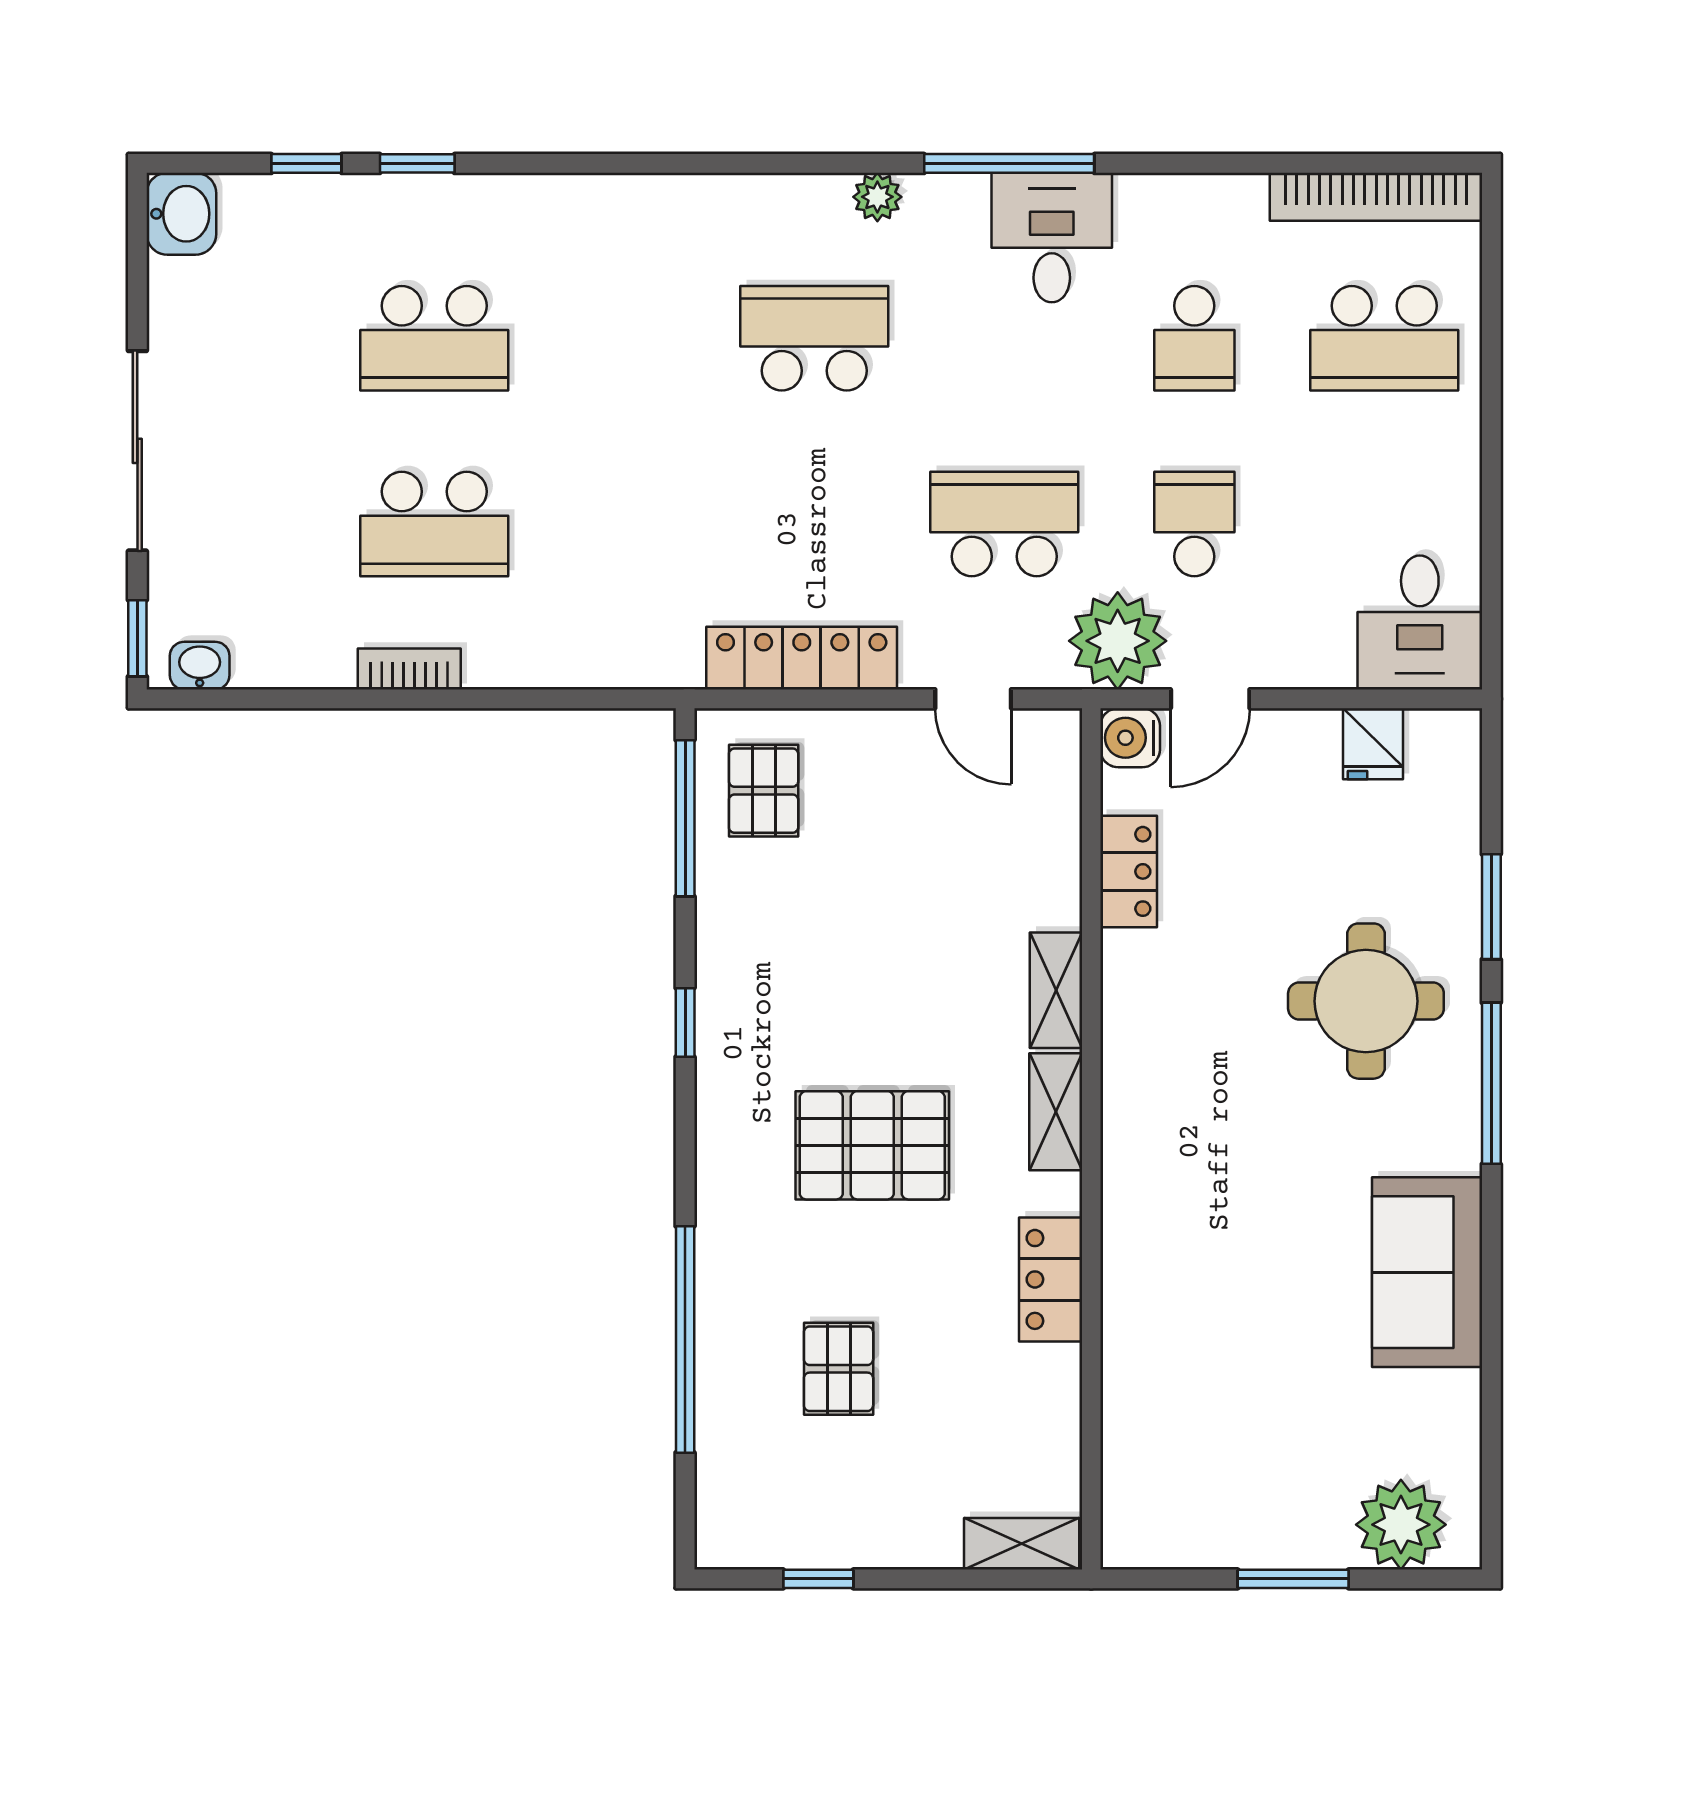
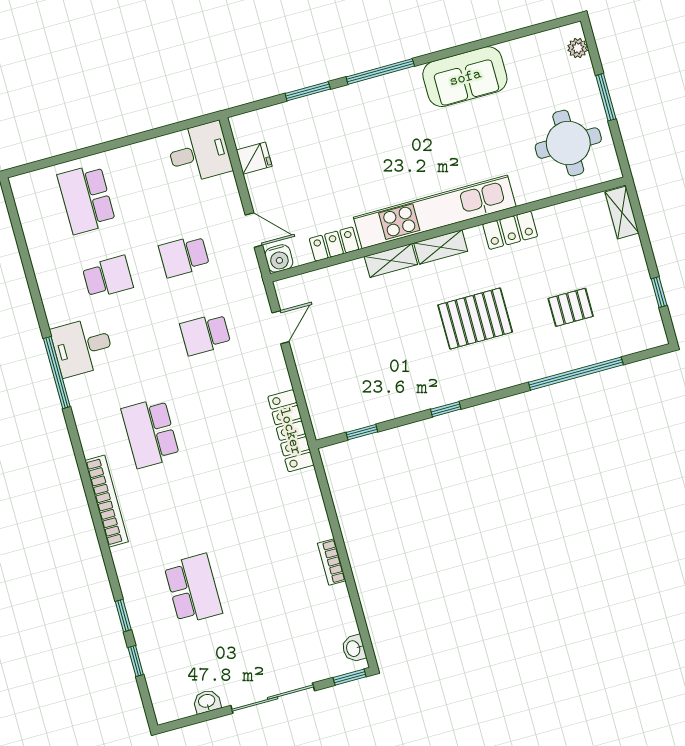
plant: (877, 197) -> (85, 423), removed
bookcase: (1376, 197) -> (107, 501), moved
washbasin: (181, 214) -> (207, 701), moved, width x0.72, depth x0.69
school desk: (1384, 338) -> (86, 199), turned 180
school desk: (434, 524) -> (269, 568), removed
school desk: (1004, 524) -> (205, 334), width x0.54
plant: (1118, 641) -> (241, 274), removed
locker: (802, 658) -> (291, 431), moved
pallet: (764, 791) -> (342, 403), removed
window: (685, 818) -> (362, 432), width x0.46
round table: (1366, 1001) -> (568, 143), moved
kitchen unit: (1139, 1120) -> (435, 212), added
pallet: (872, 1145) -> (475, 319), turned 90
plant: (1401, 1525) -> (578, 48), width x0.53, depth x0.53

